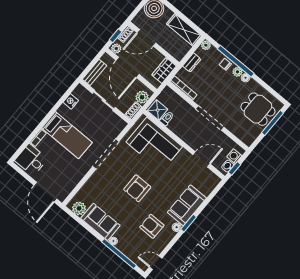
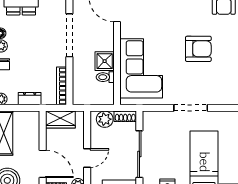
door: (128, 67) -> (87, 158), width x0.53
sliding door: (104, 100) -> (139, 154), width x1.37
shower: (158, 110) -> (105, 61), moved
doorway: (106, 154) -> (191, 108), width x0.73

